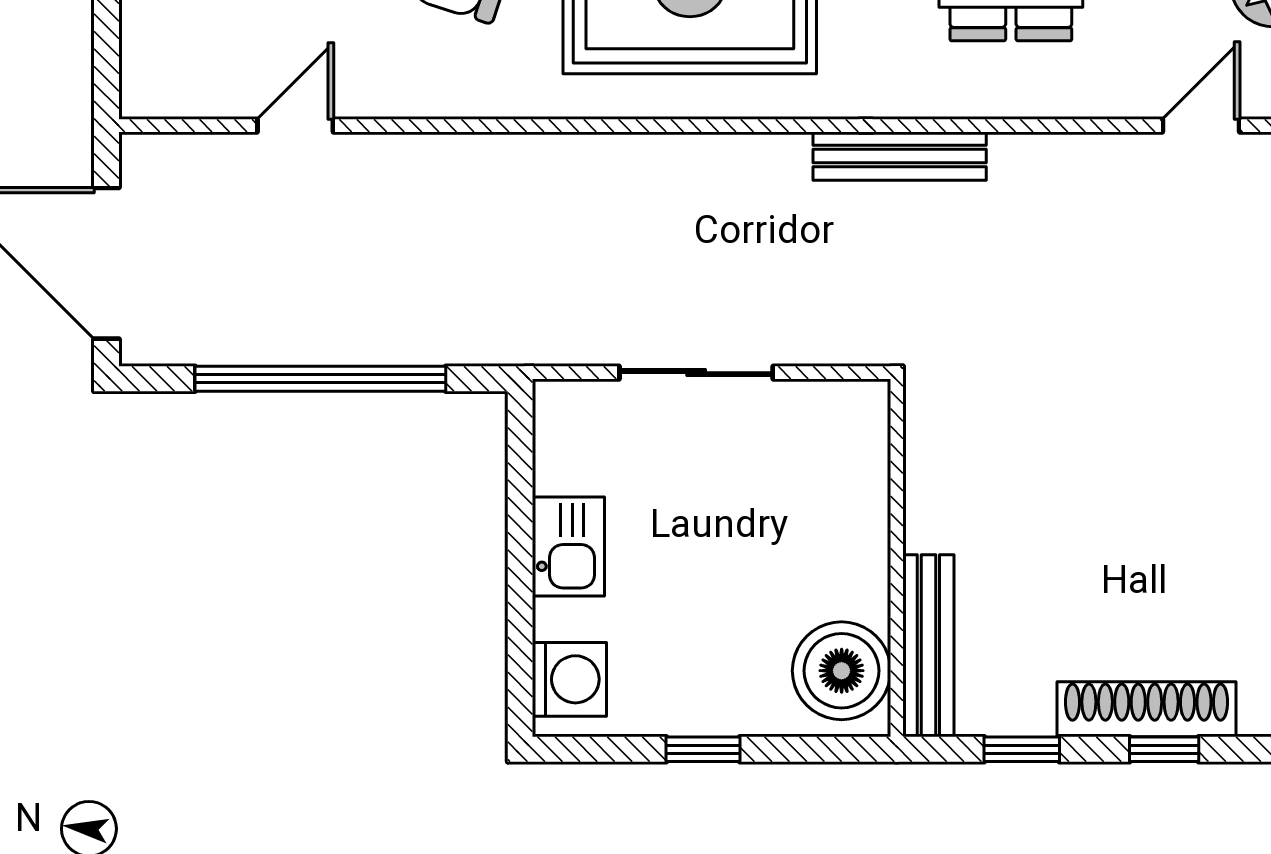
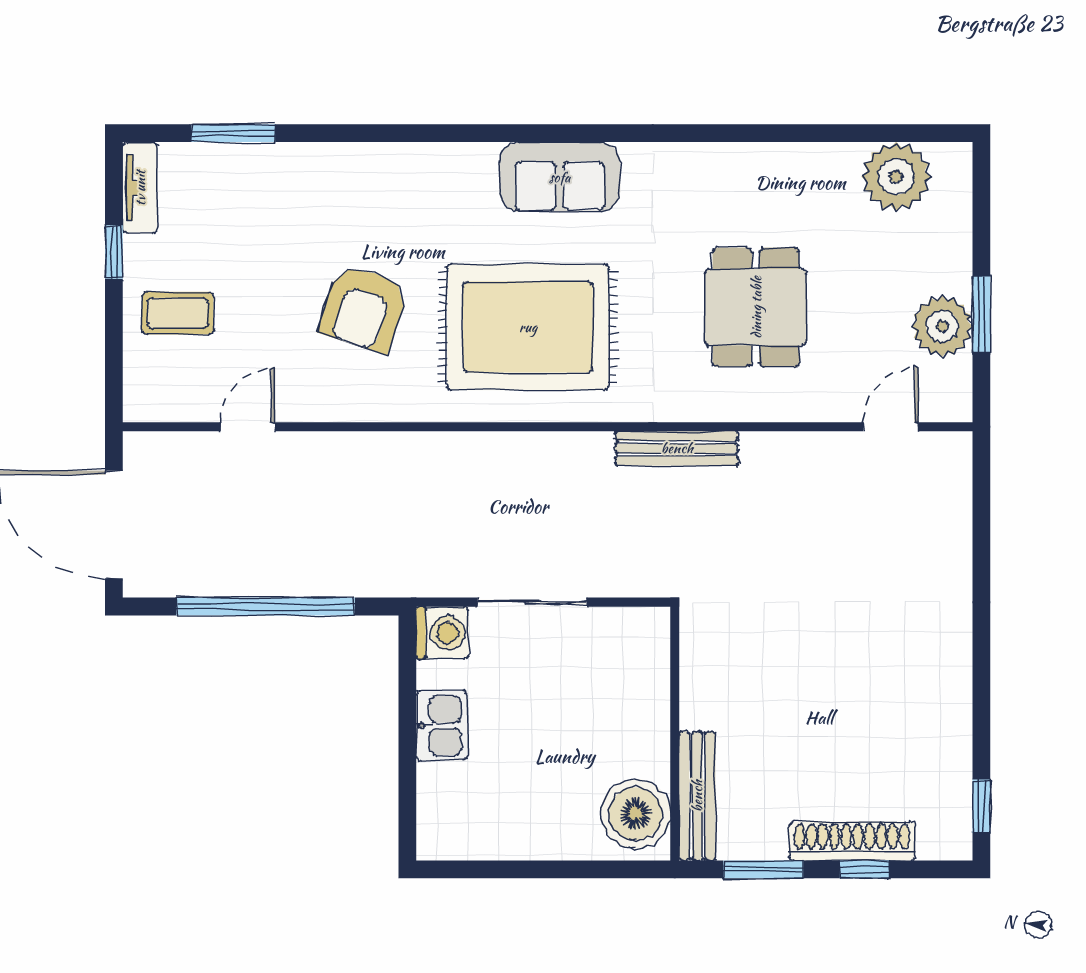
washing machine: (569, 679) -> (442, 633), moved
window: (703, 749) -> (537, 869), removed
window: (1022, 749) -> (763, 869), width x1.50

